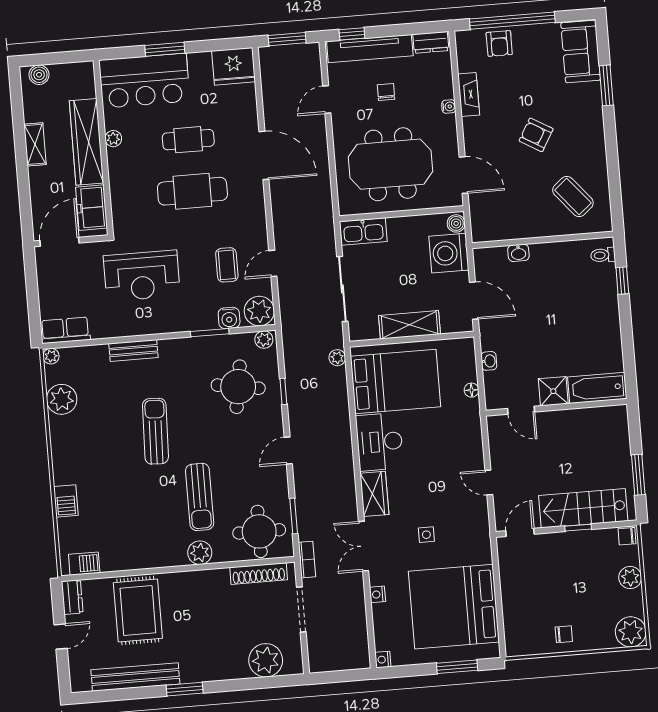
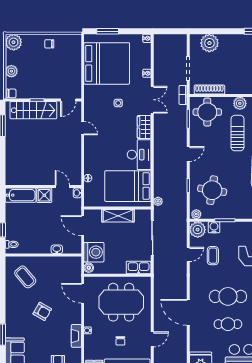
bathtub: (597, 388) -> (21, 195), moved
shower: (553, 391) -> (44, 195), moved
wall: (556, 407) -> (43, 187), moved
door: (521, 410) -> (62, 187), moved

